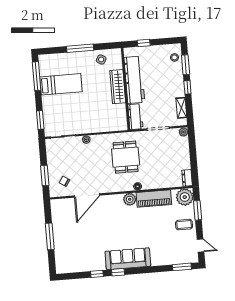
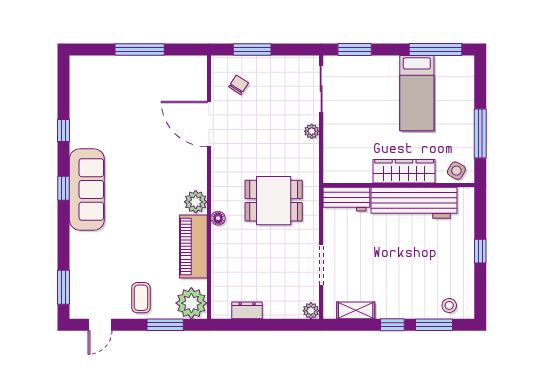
workbench: (134, 80) -> (414, 203), moved
wardrobe: (118, 87) -> (404, 171), moved
wall: (125, 89) -> (399, 185), moved
workbench: (135, 117) -> (346, 199), moved
dresser: (187, 178) -> (247, 310), moved
window: (118, 272) -> (64, 188), moved

